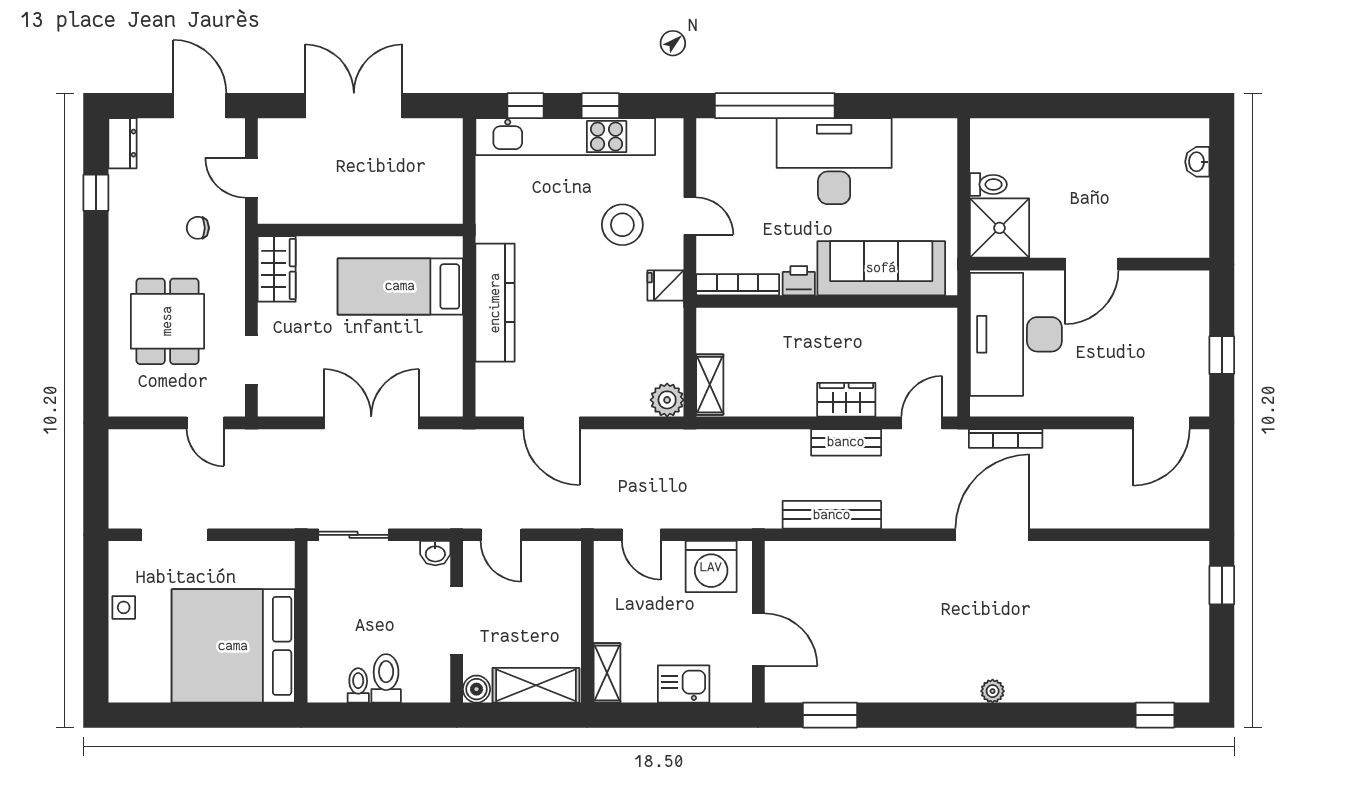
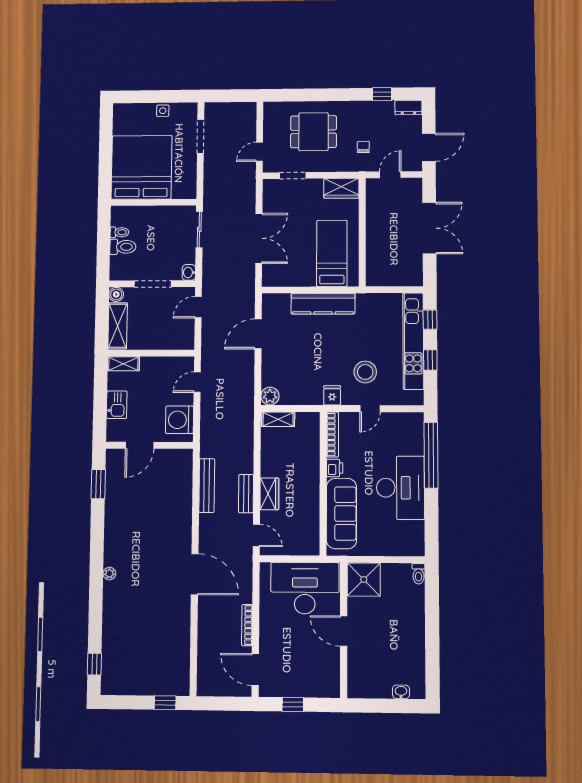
toilet: (988, 184) -> (419, 574), moved
bookcase: (1006, 438) -> (247, 625), moved

